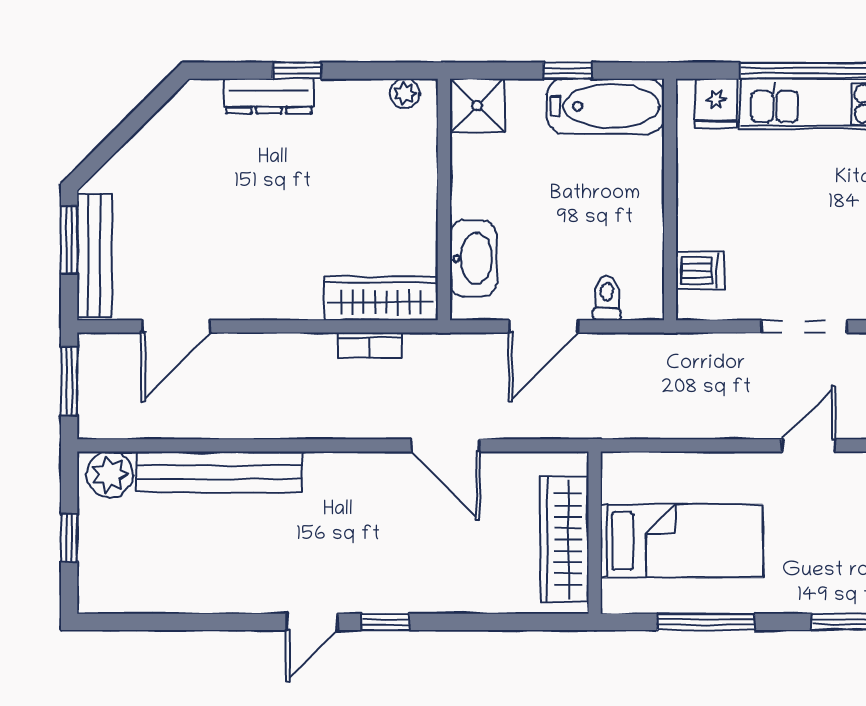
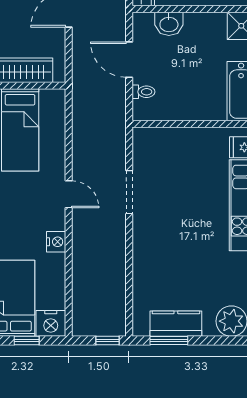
washbasin: (473, 258) -> (169, 24), width x0.72
dishwasher: (700, 271) -> (157, 139), removed

